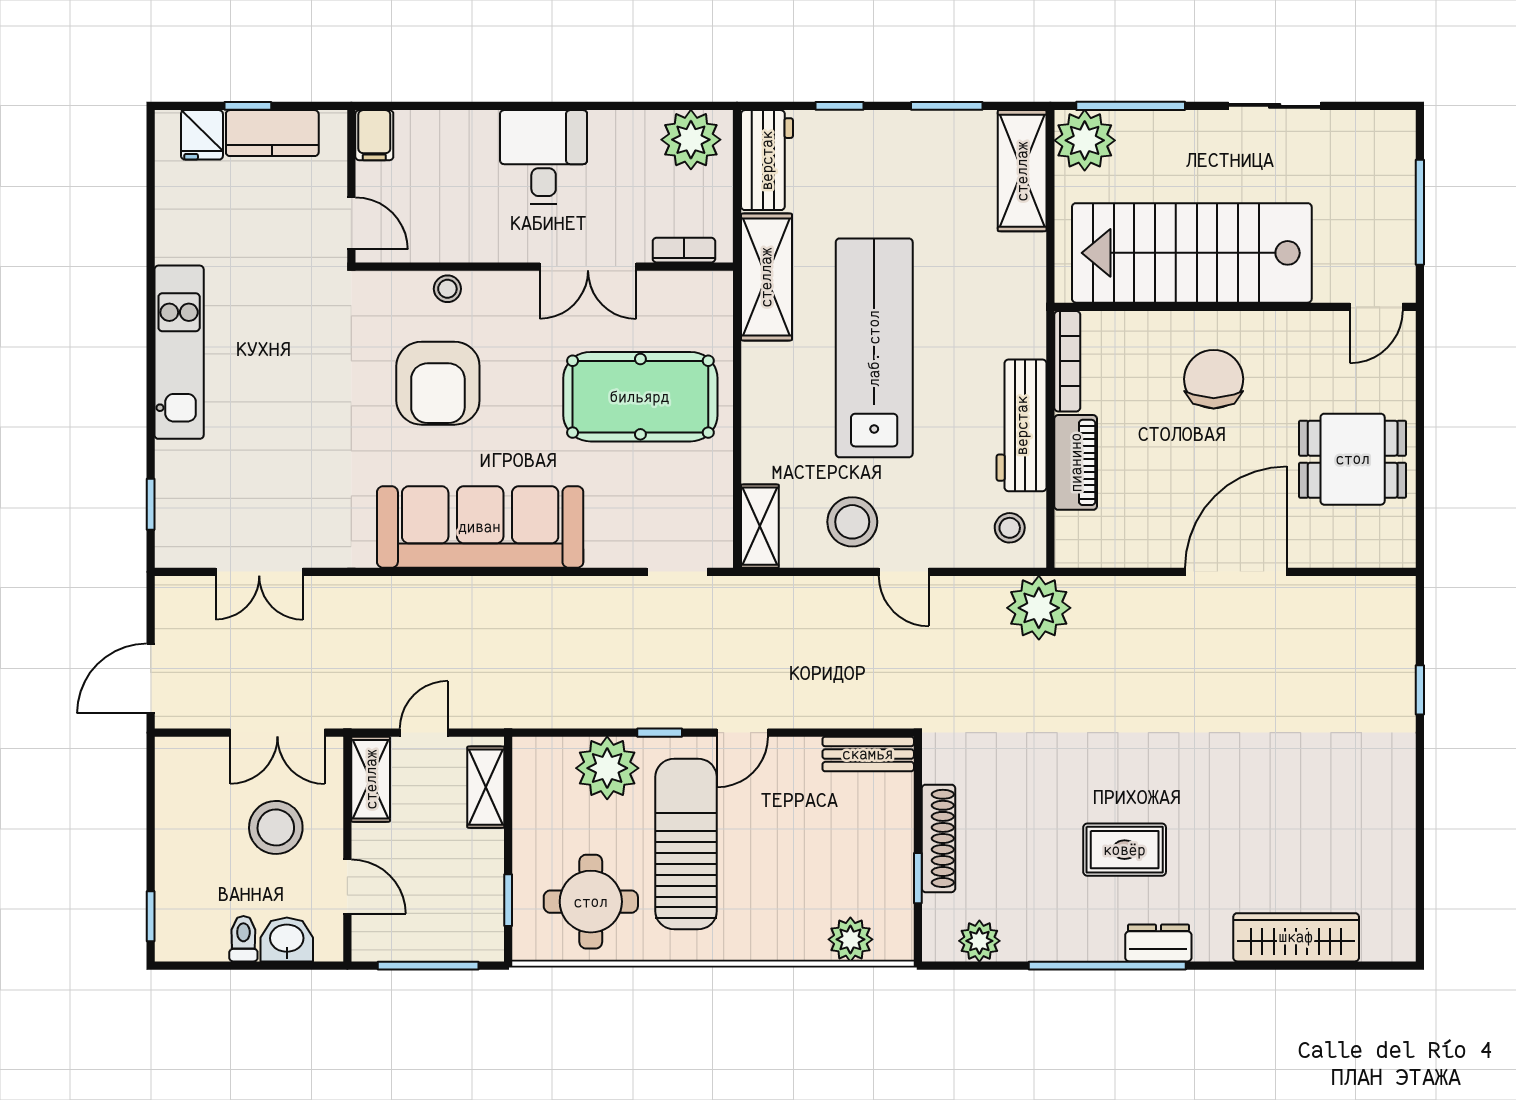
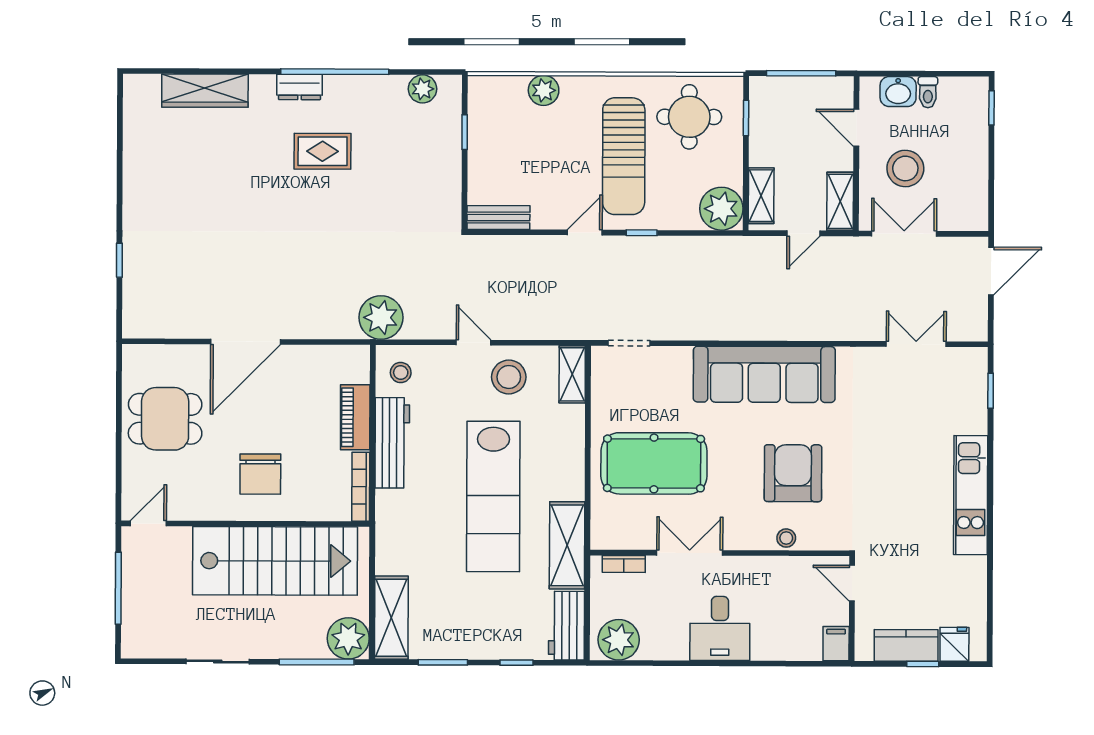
plant: (607, 768) -> (721, 209), moved
shoe rack: (938, 838) -> (450, 159), removed
plant: (850, 939) -> (544, 90), moved

